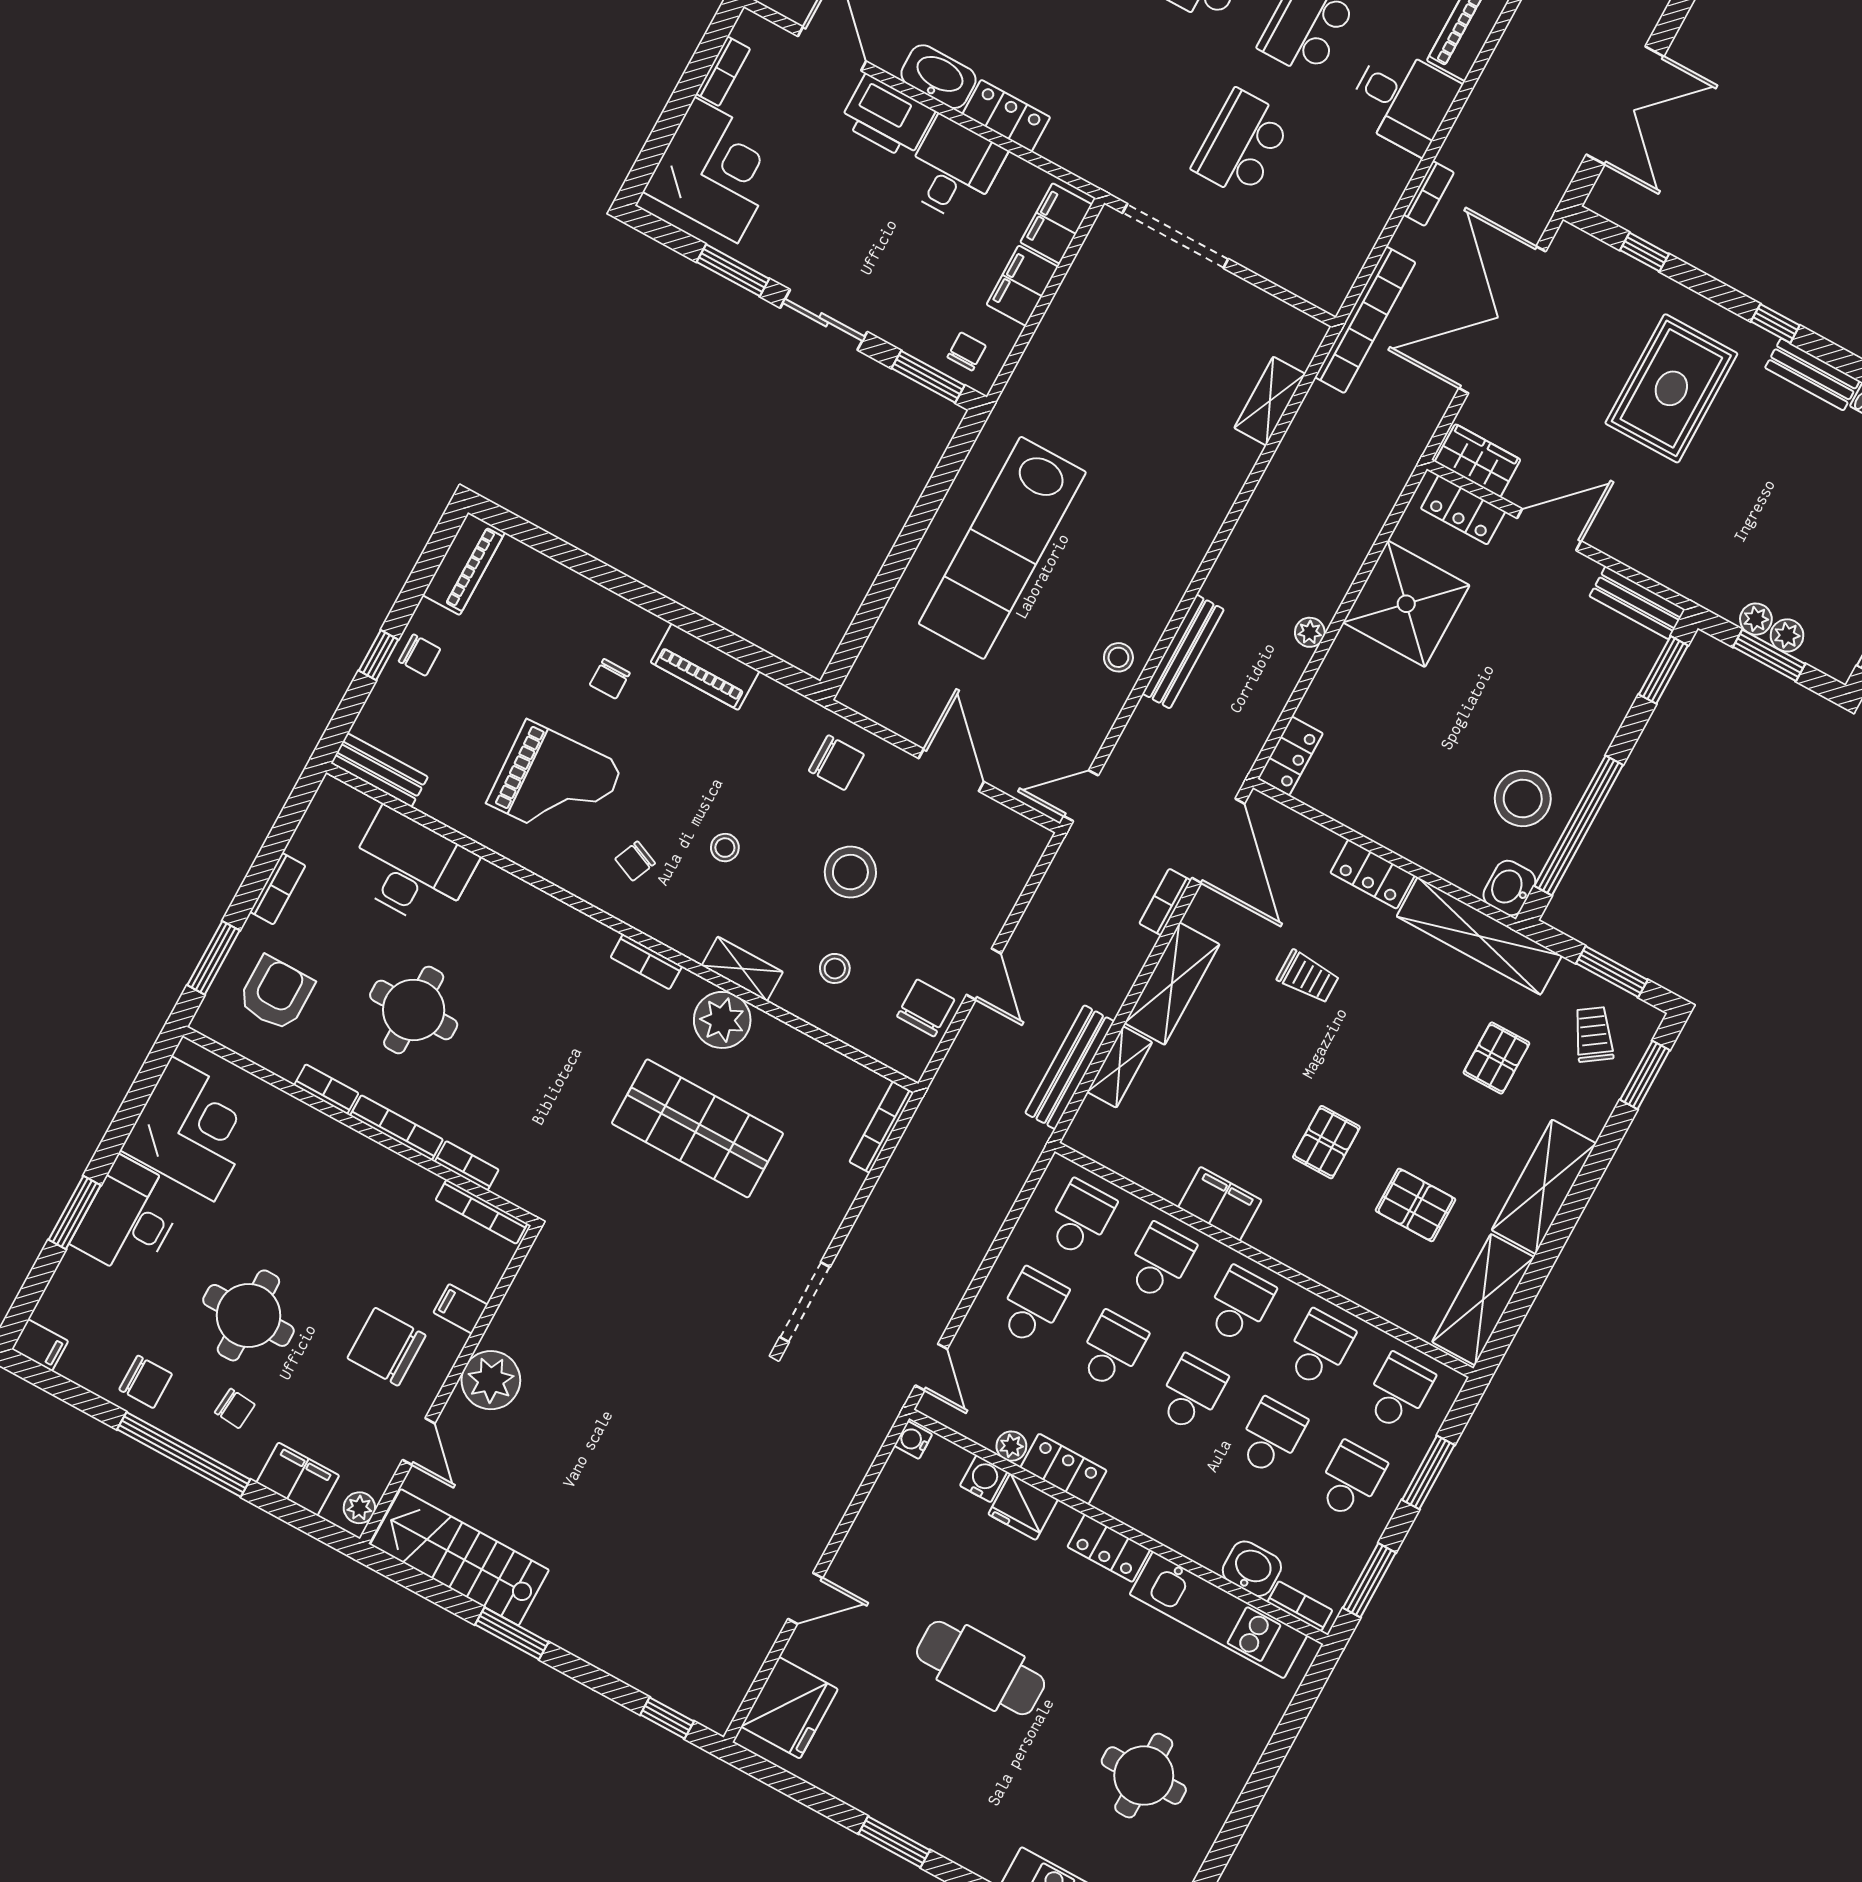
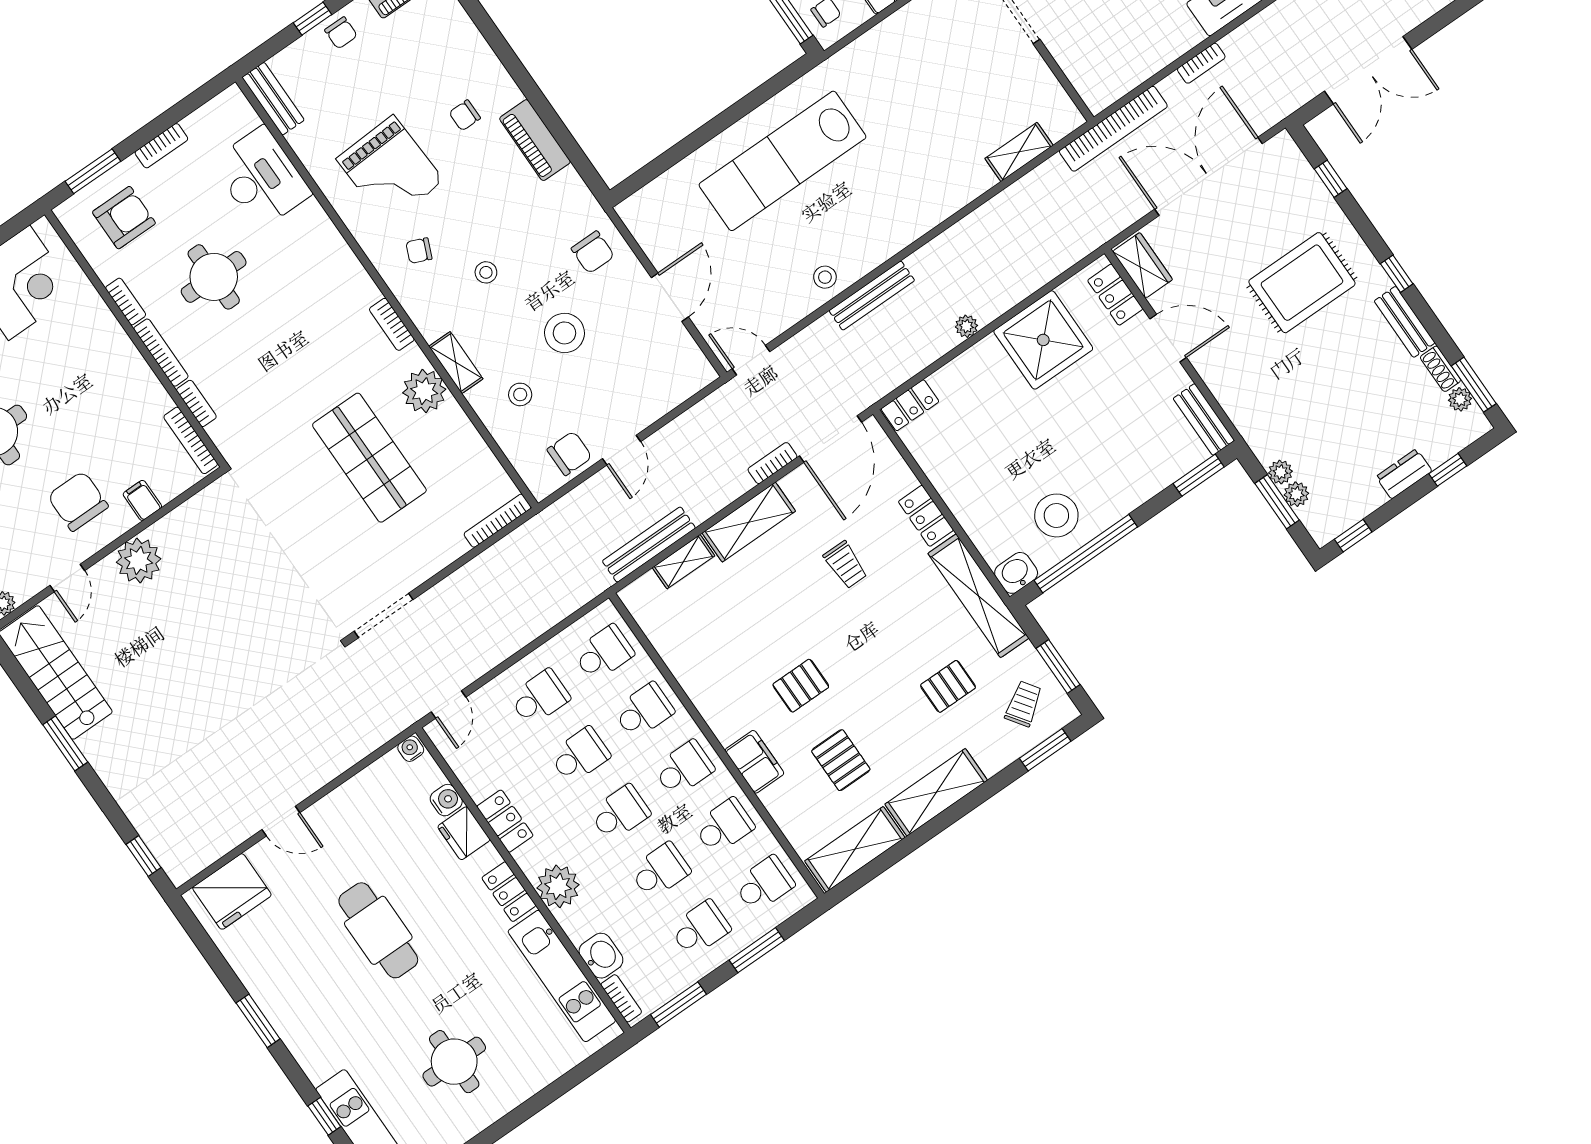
filing cabinet: (1220, 1204) -> (754, 762), moved
plant: (1011, 1446) -> (558, 886), moved, width x1.87, depth x1.87

